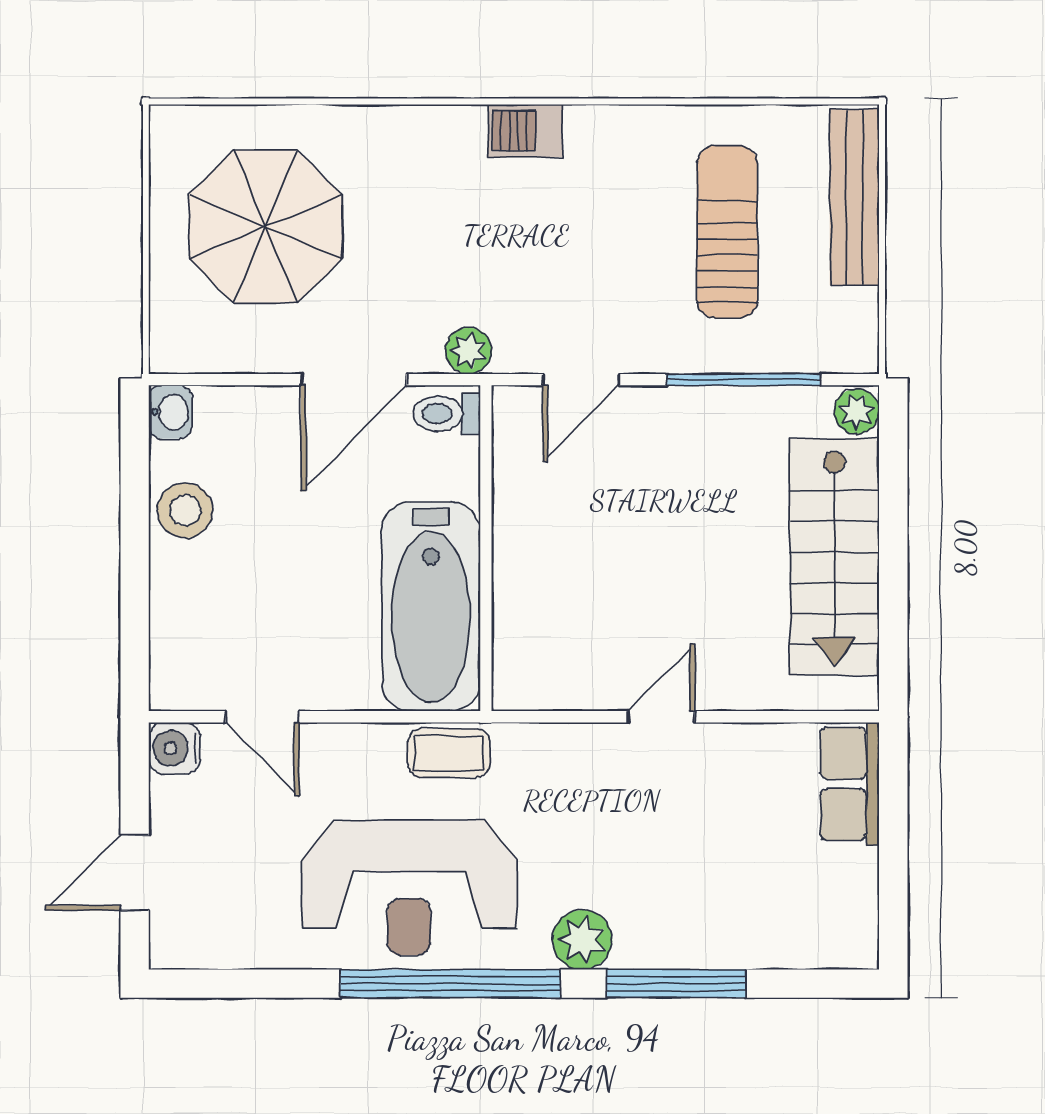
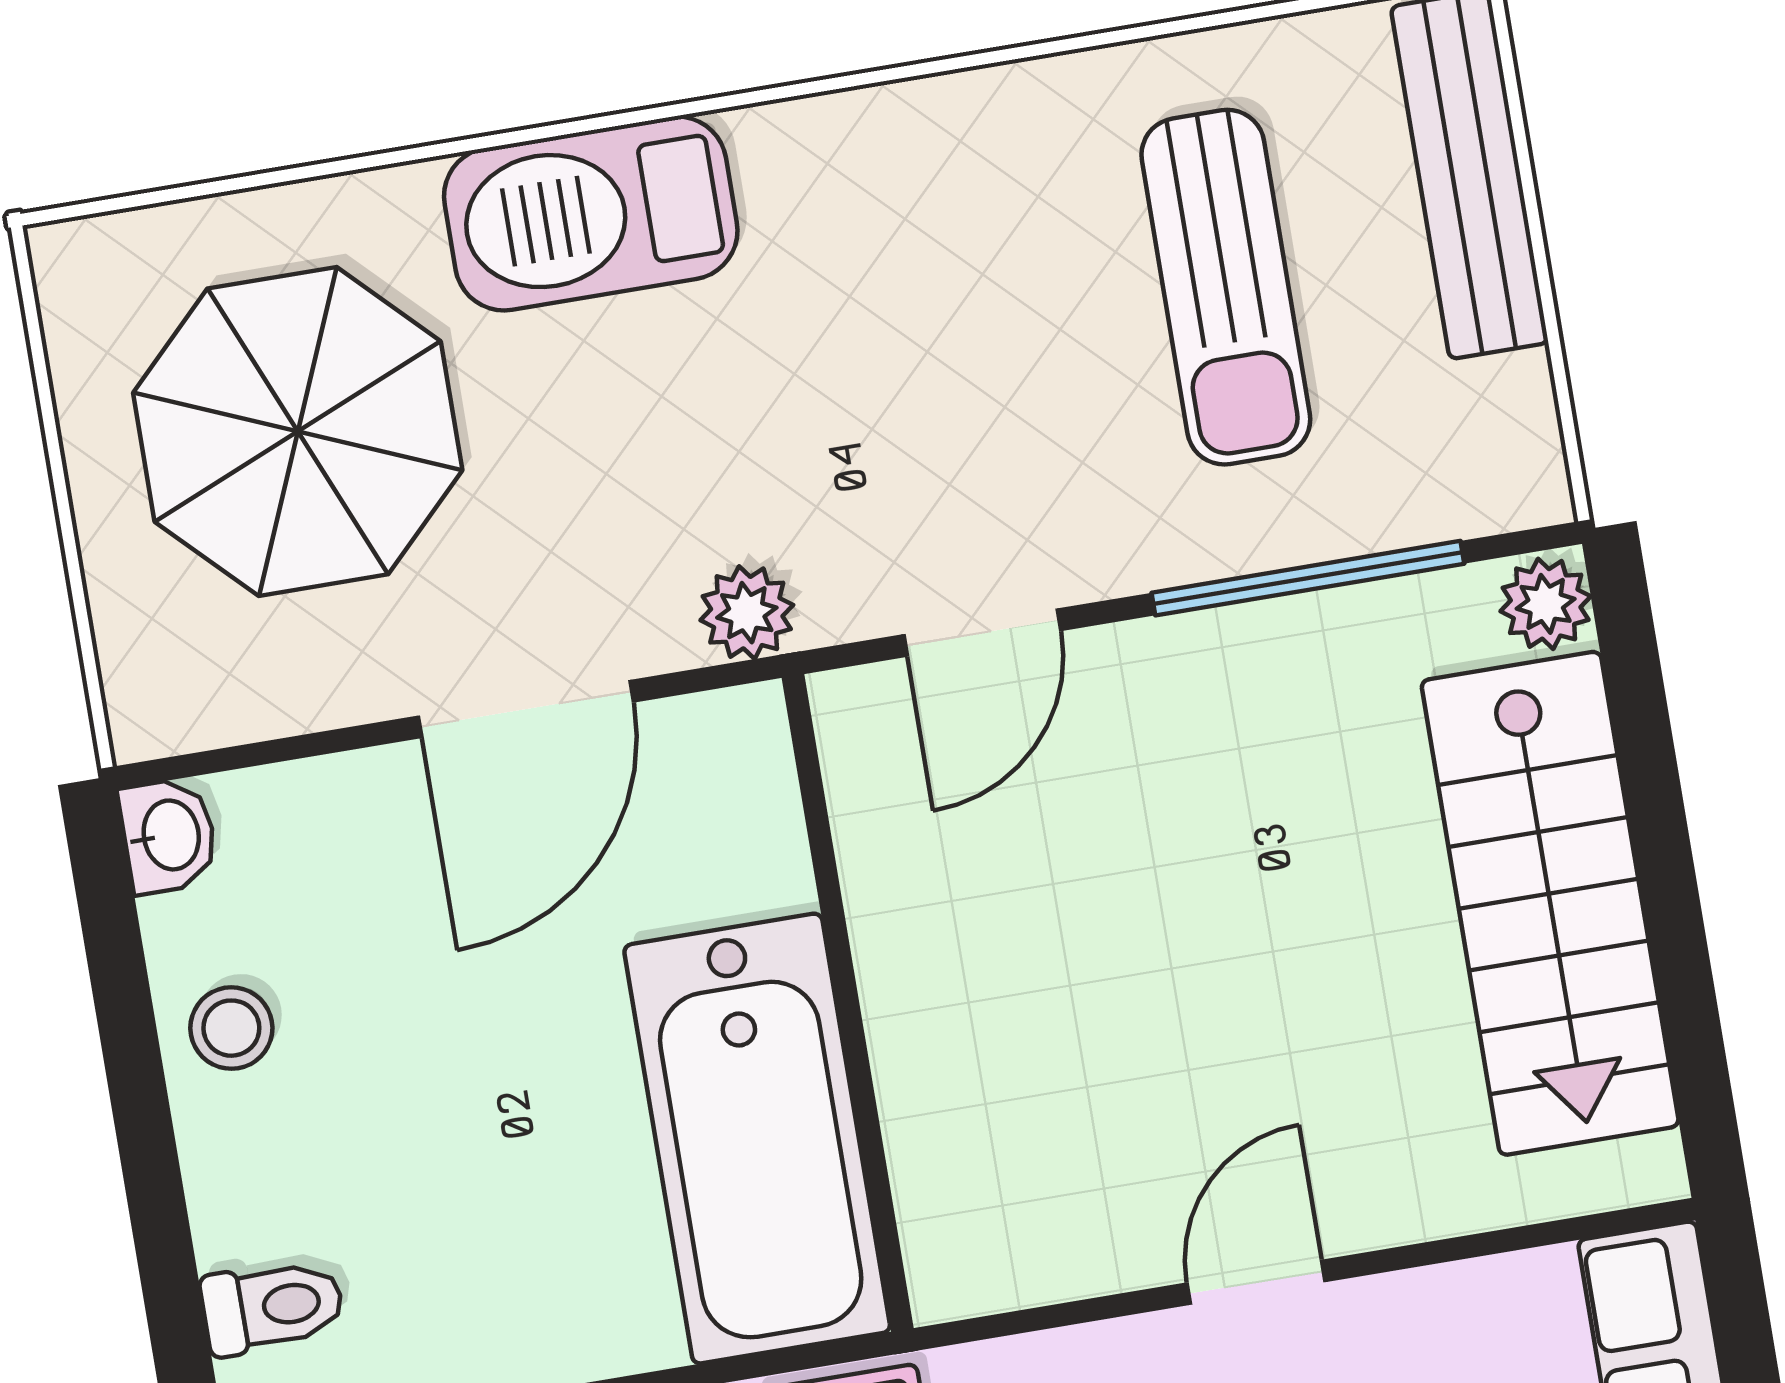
barbecue: (525, 131) -> (591, 214), moved, width x1.88, depth x1.53
sun lounger: (727, 232) -> (1226, 287), turned 180
toilet: (447, 414) -> (272, 1307), moved, turned 180
stool: (185, 510) -> (231, 1028), width x0.73, depth x0.73

